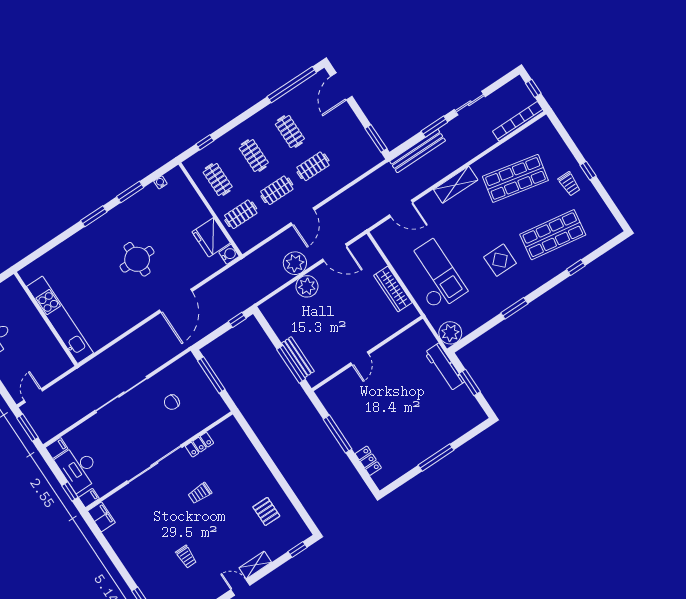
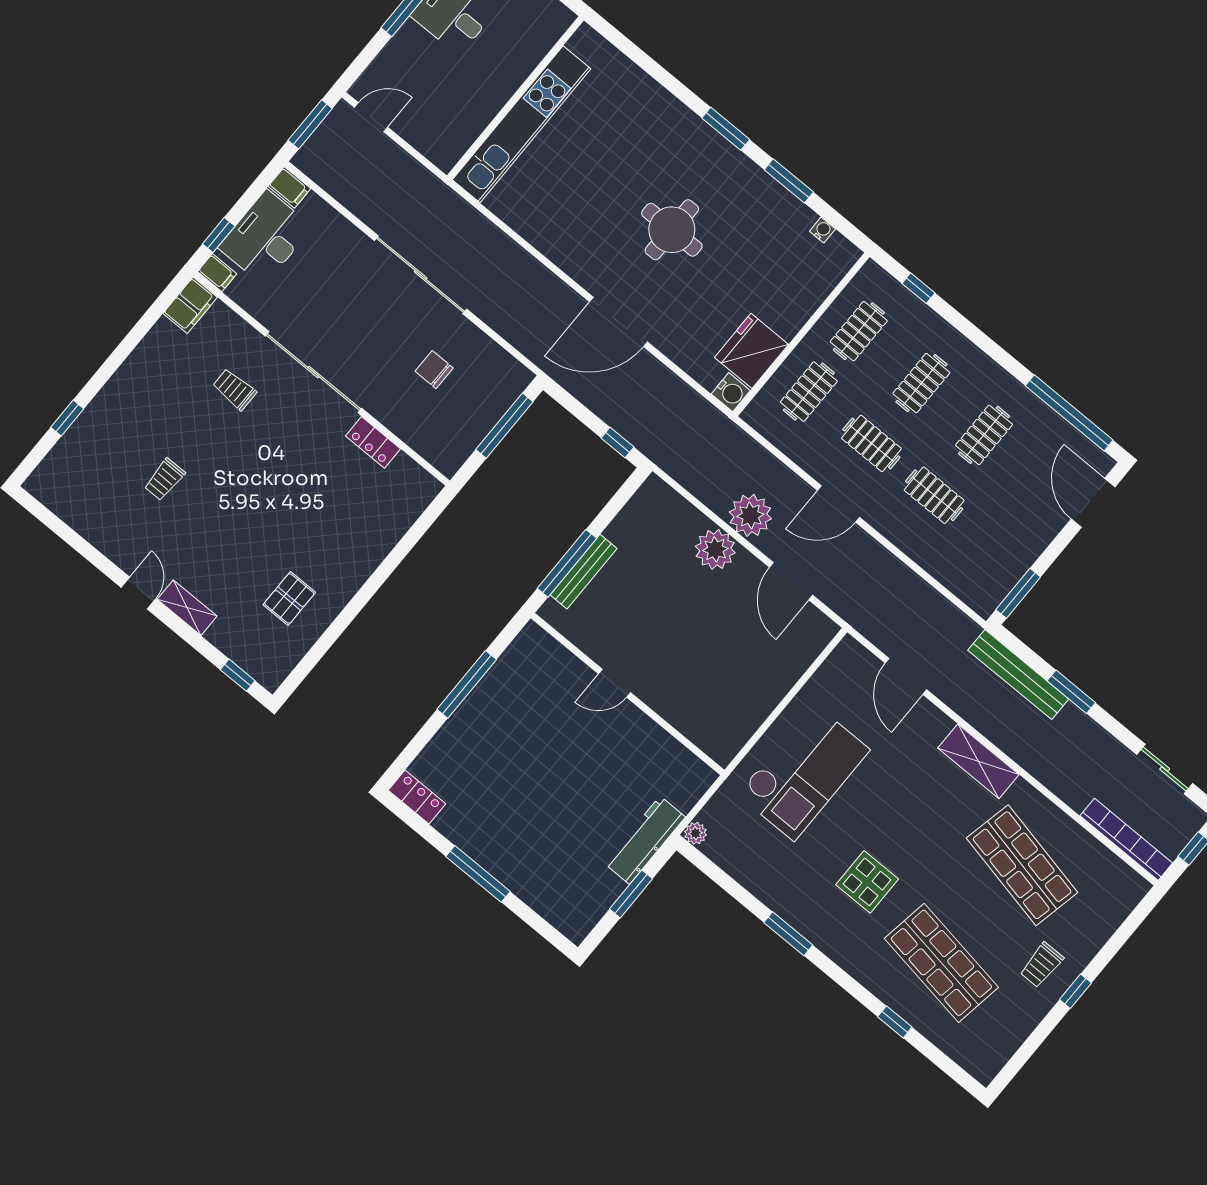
door: (341, 86) -> (1093, 503), hinge flipped
sliding door: (470, 103) -> (1165, 769), moved
clothes rail: (241, 214) -> (809, 392), turned 90
wardrobe: (393, 289) -> (757, 705), removed
plant: (450, 333) -> (696, 833), width x0.53, depth x0.53
locker: (368, 461) -> (417, 797), moved, turned -90
trolley: (200, 493) -> (234, 389), moved

